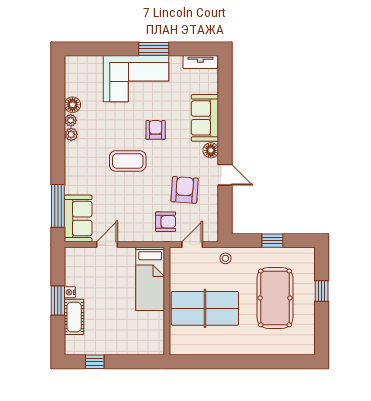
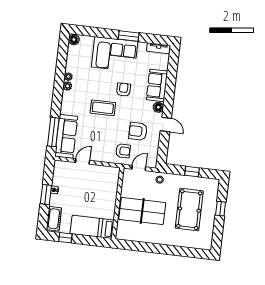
floor lamp: (72, 105) -> (74, 40), moved
armchair: (185, 190) -> (138, 131), turned -94
sofa: (78, 219) -> (66, 136), width x1.36
bed: (150, 279) -> (92, 227), moved, turned 90
cot: (74, 317) -> (54, 219), moved

